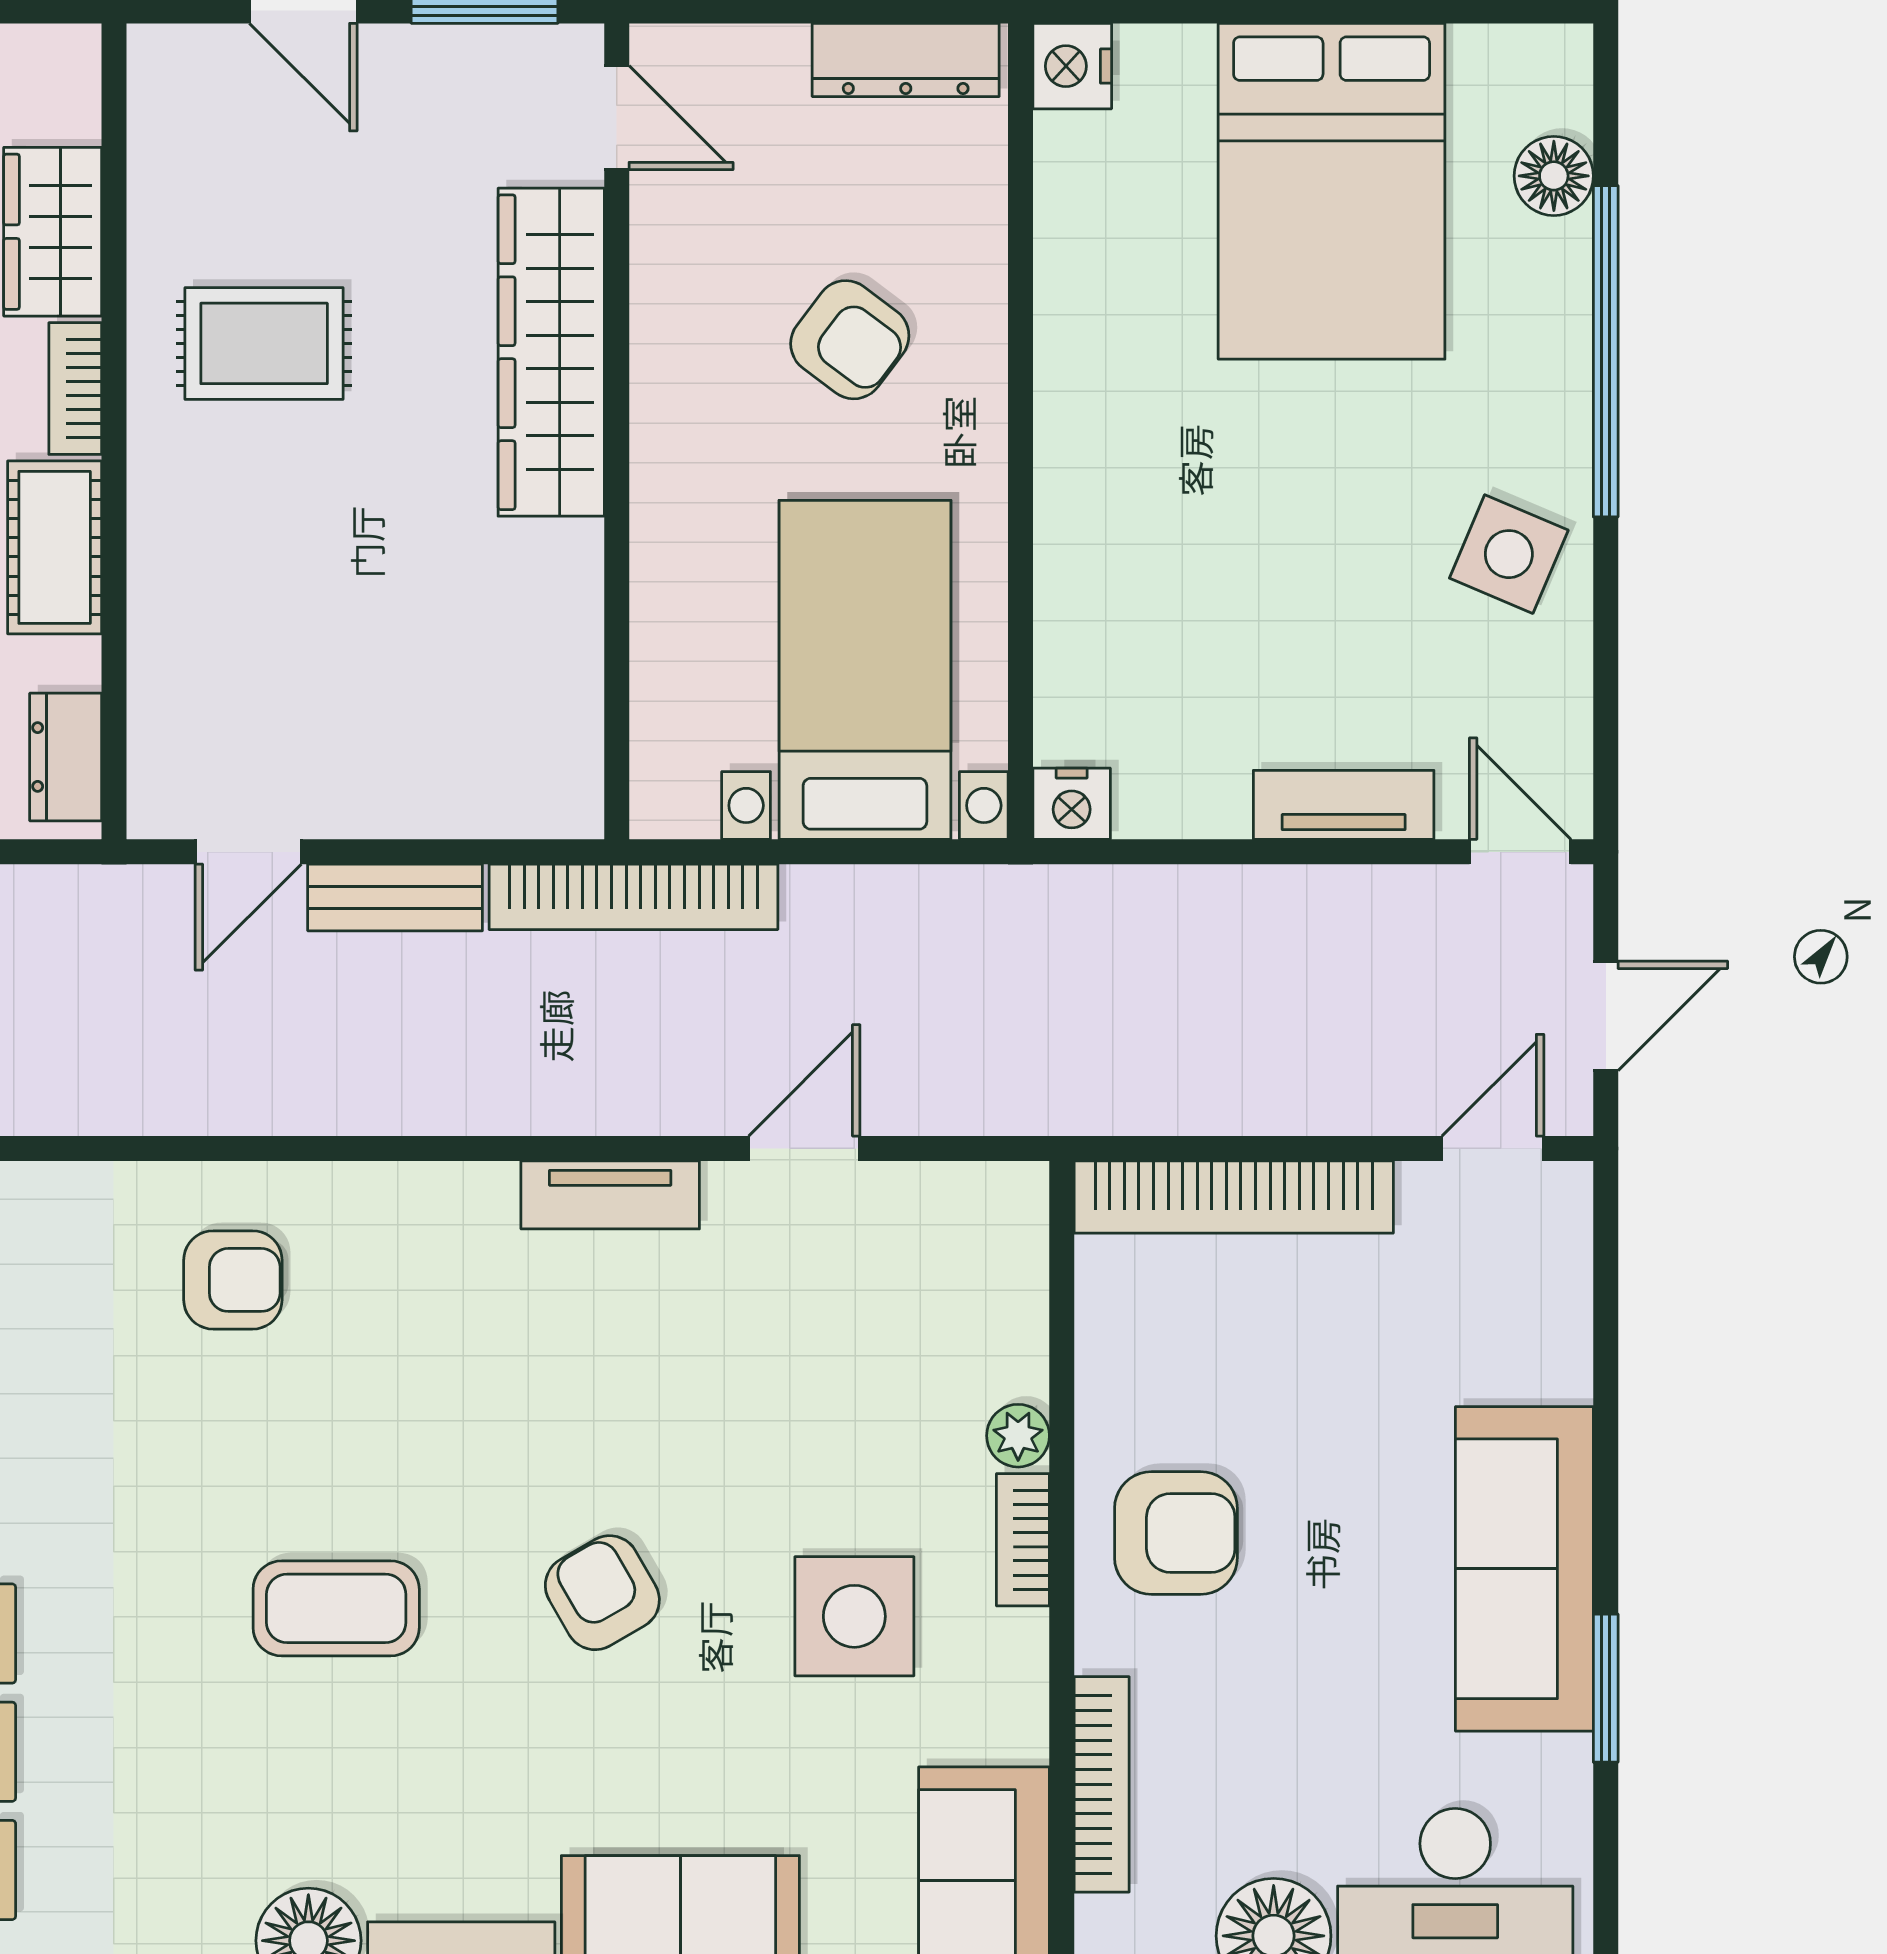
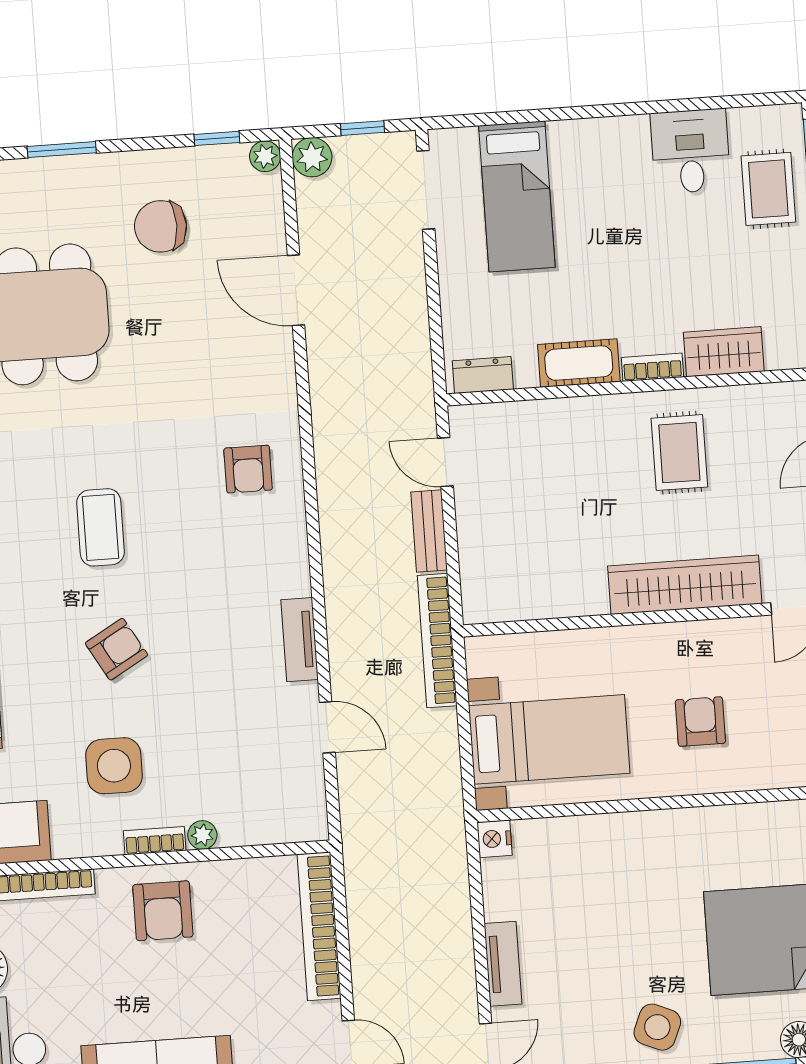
armchair: (850, 340) -> (700, 722), turned 143
side table: (1509, 554) -> (657, 1027), moved

